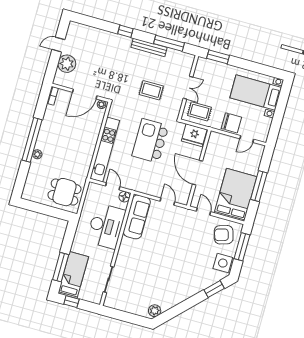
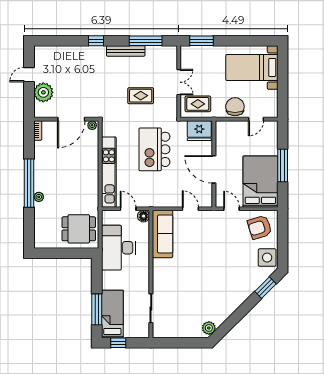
chair: (231, 123) -> (235, 107), turned -90
desk: (106, 226) -> (118, 248), moved, turned 180
window: (242, 247) -> (283, 235), removed

